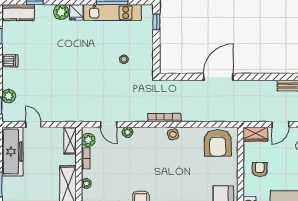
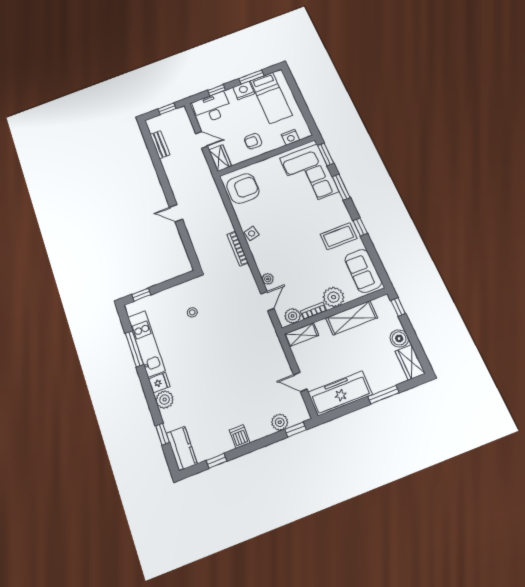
door: (218, 77) -> (176, 213), width x0.53
door: (33, 124) -> (300, 382), hinge flipped
plant: (86, 183) -> (334, 297), width x1.88, depth x1.88

